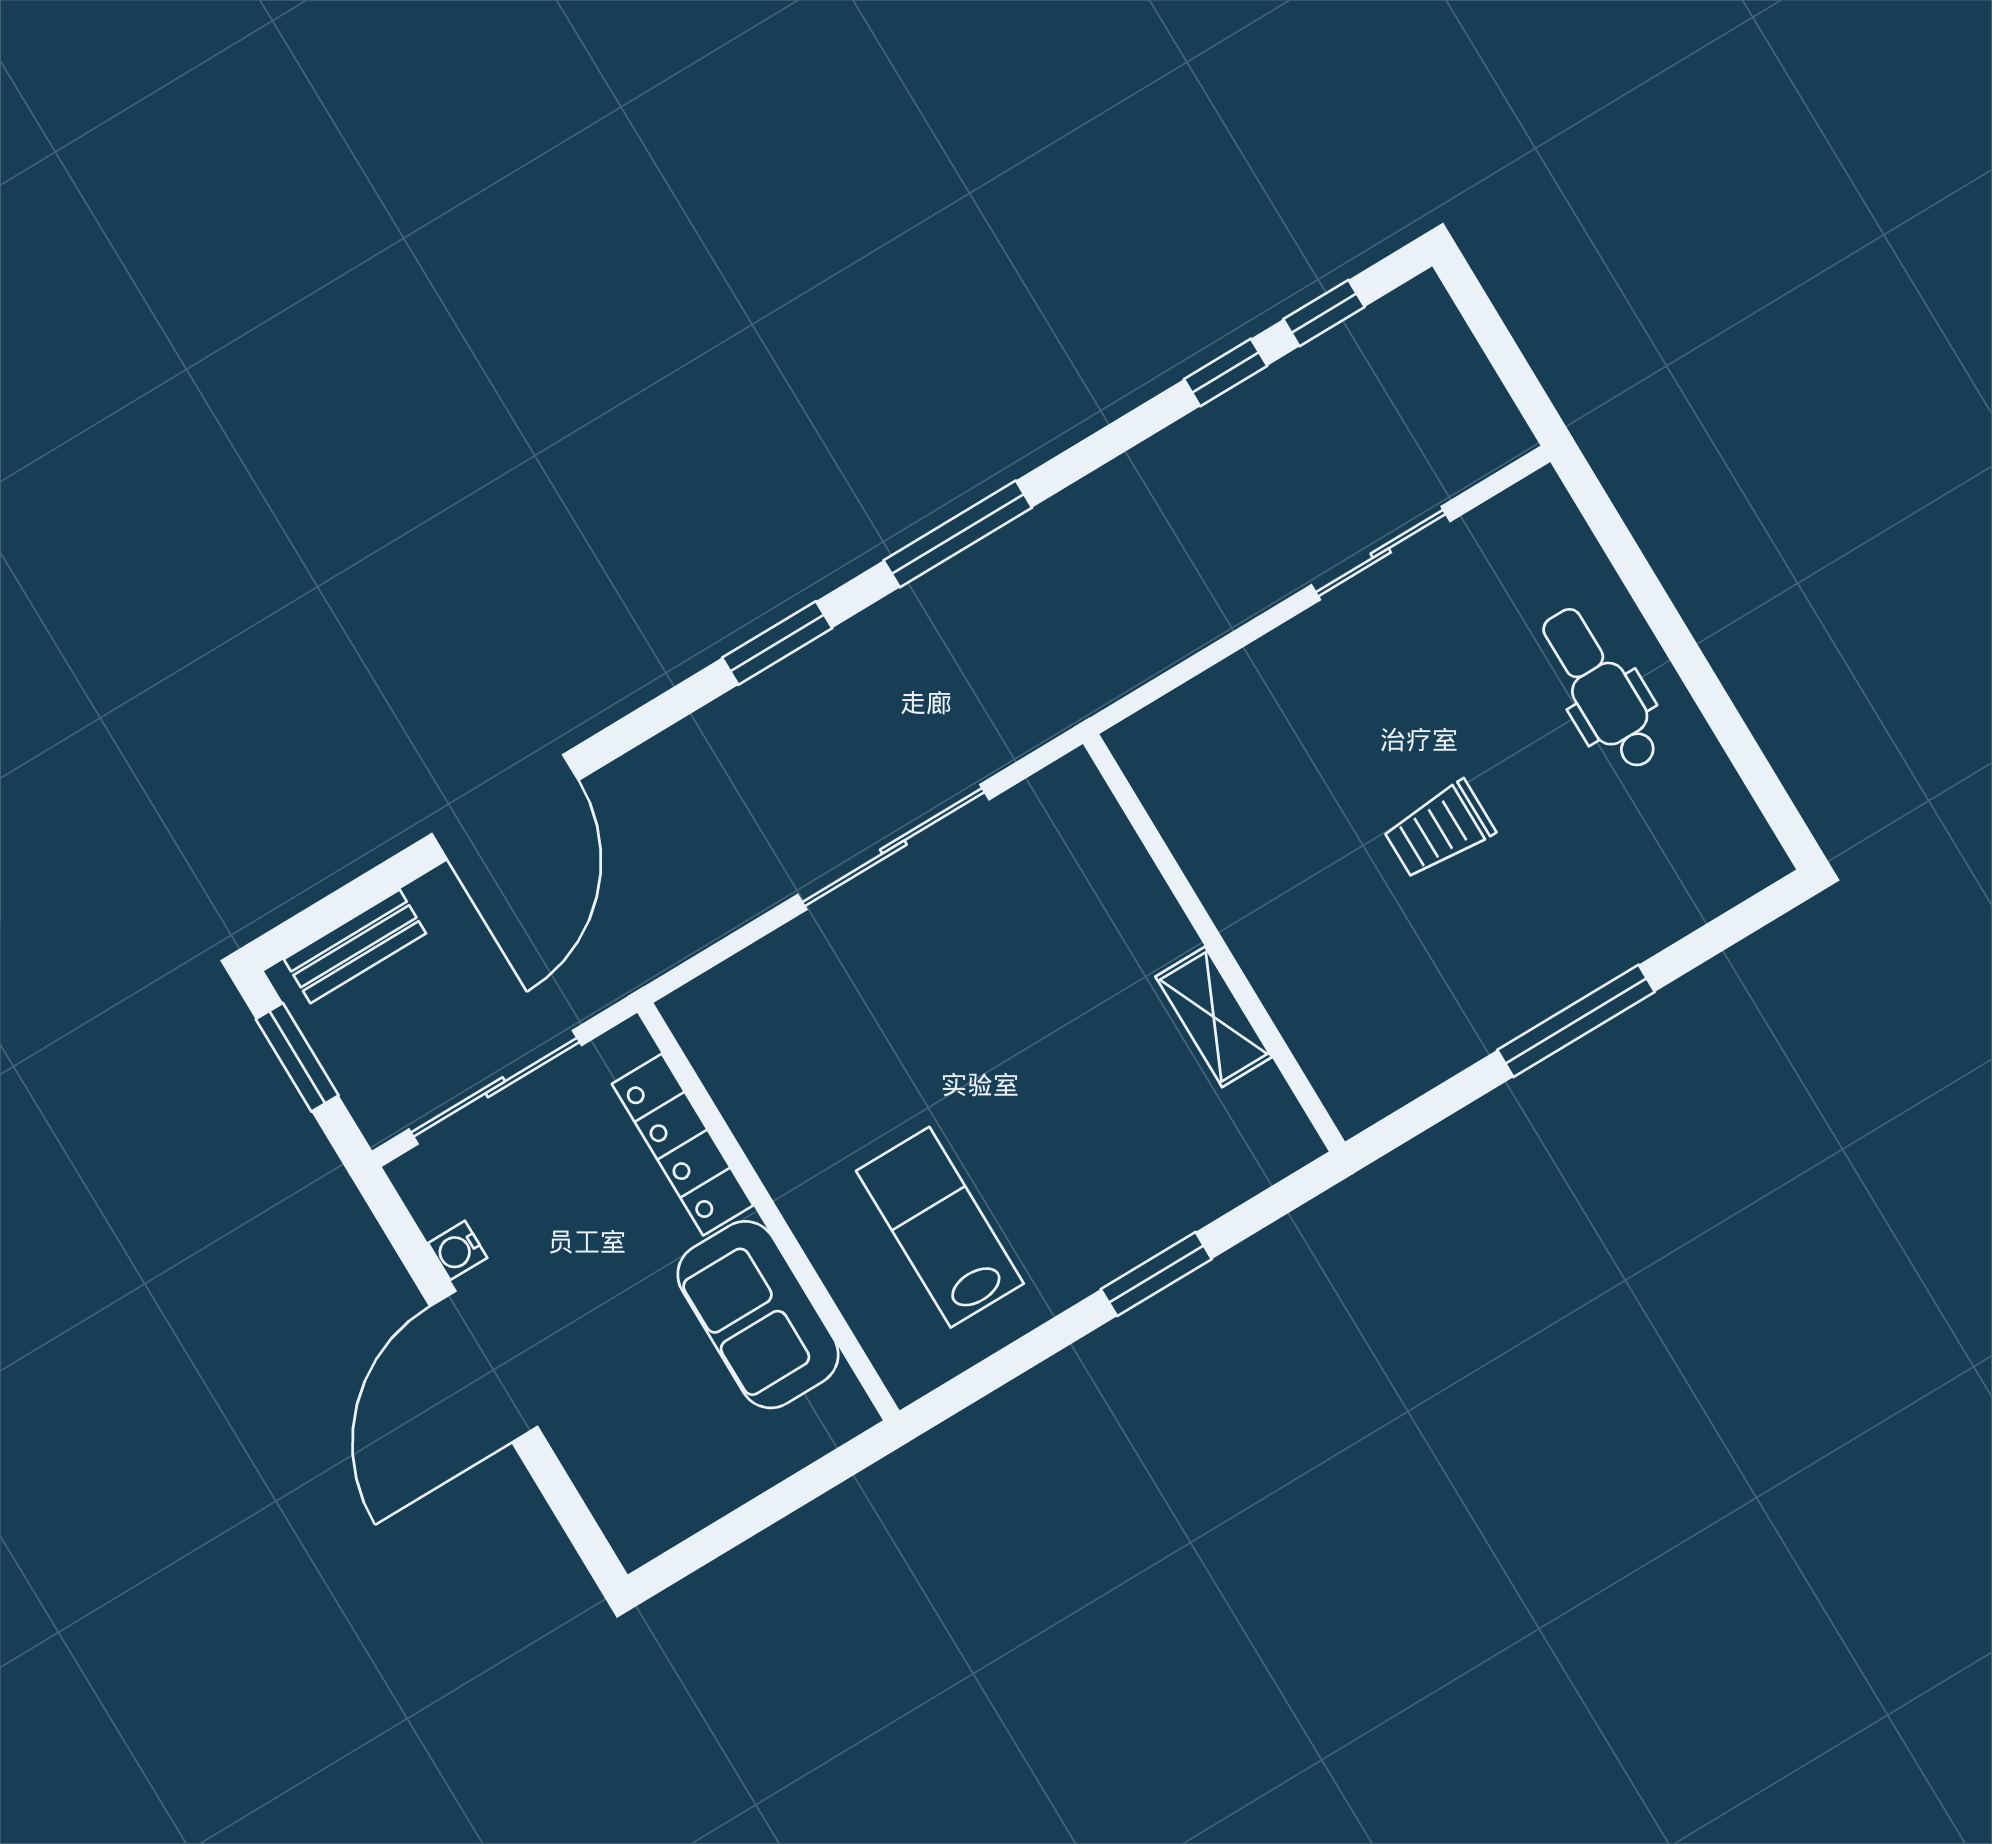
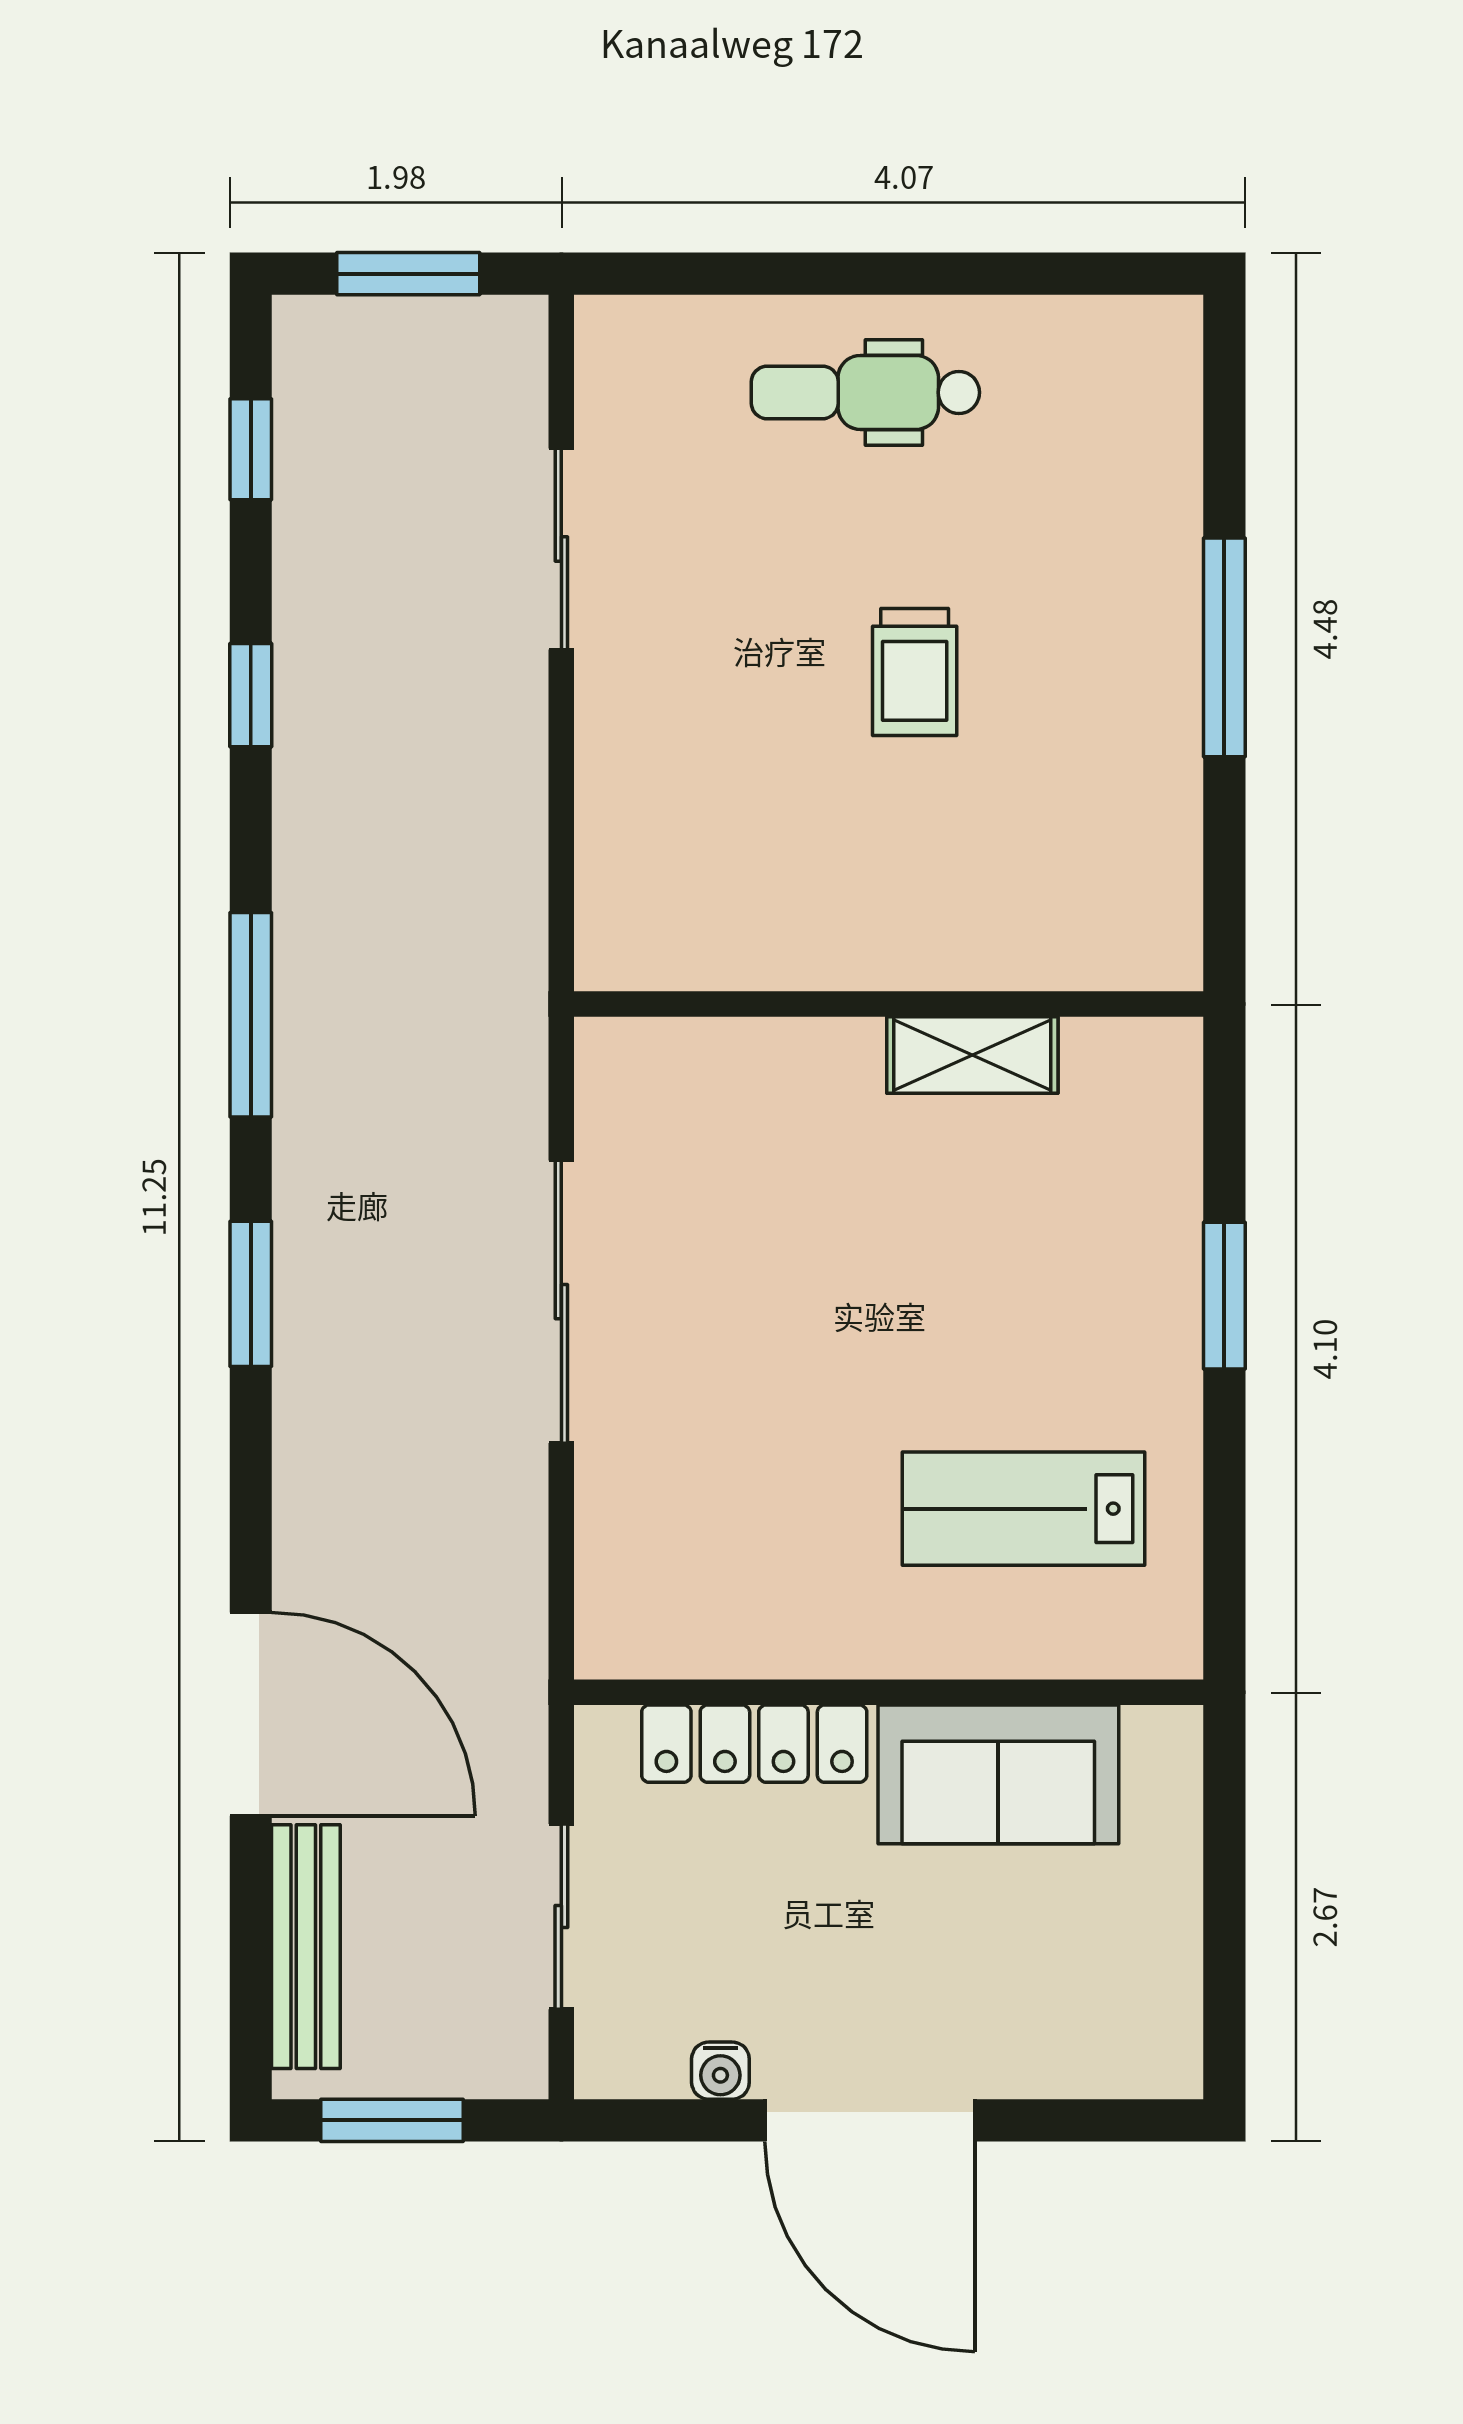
window: (1499, 346) -> (408, 274), added
window: (1226, 372) -> (251, 695), moved
bench: (355, 946) -> (306, 1947), width x1.36
sliding door: (495, 1087) -> (561, 1917), width x0.73

